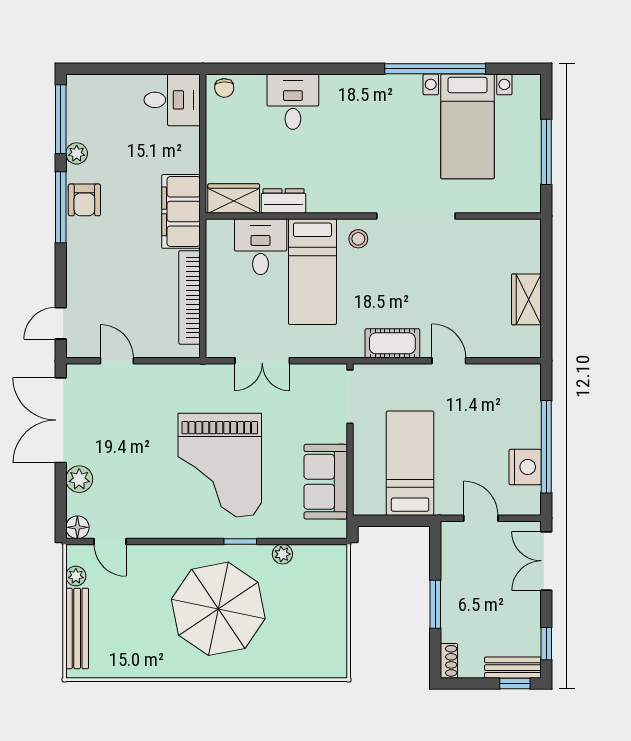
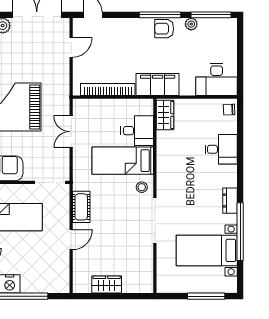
desk: (172, 100) -> (217, 79), width x1.37
window: (546, 152) -> (206, 296), moved
dresser: (284, 201) -> (230, 201), moved, turned 180

